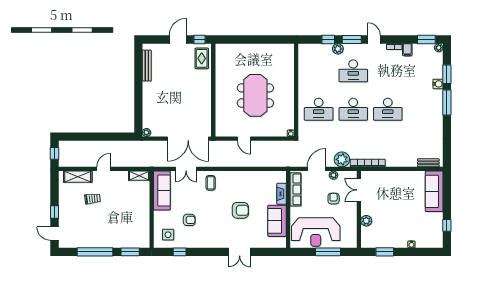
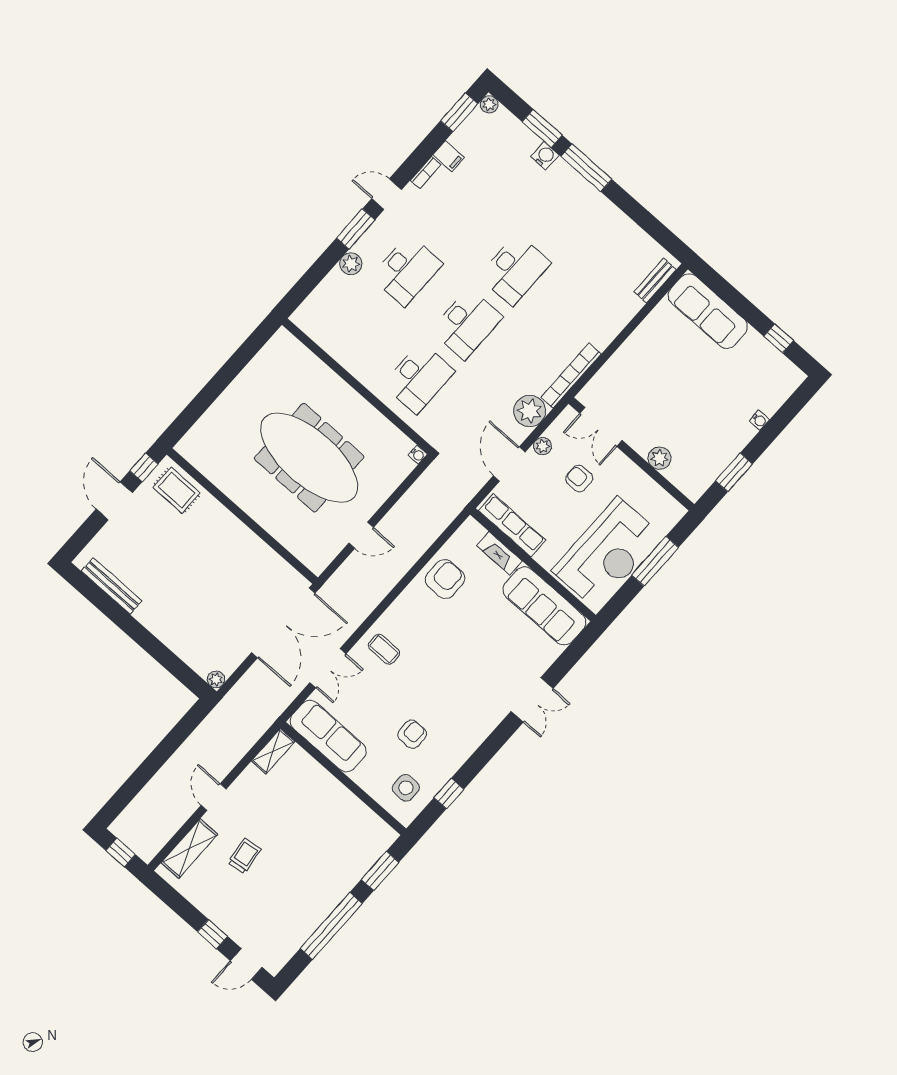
window: (328, 39) -> (323, 266), removed
meeting table: (255, 95) -> (309, 458), width x1.36
armchair: (240, 210) -> (445, 579), moved
sofa: (277, 221) -> (544, 606), width x1.36

